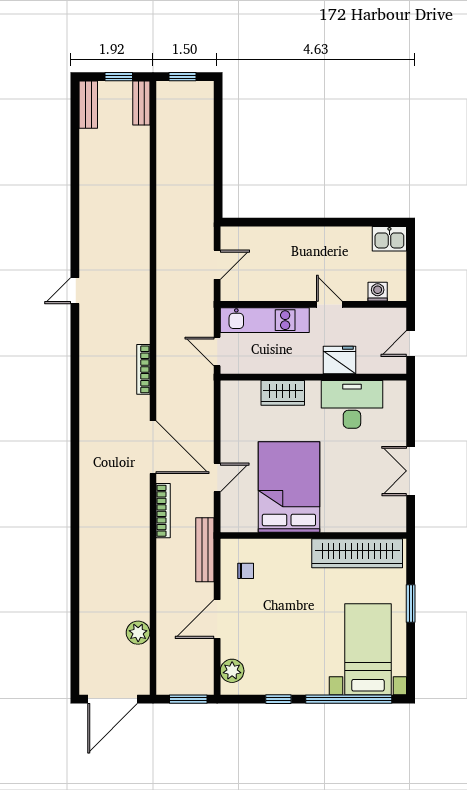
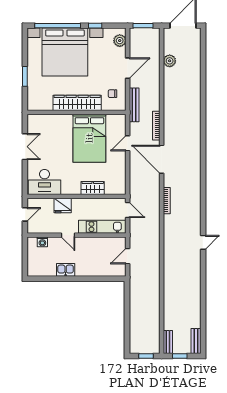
kitchen sink: (389, 239) -> (66, 270), moved
desk: (352, 404) -> (44, 182), moved
wardrobe: (357, 553) -> (77, 103), moved
bed with nightstands: (368, 649) -> (65, 52), width x1.85

